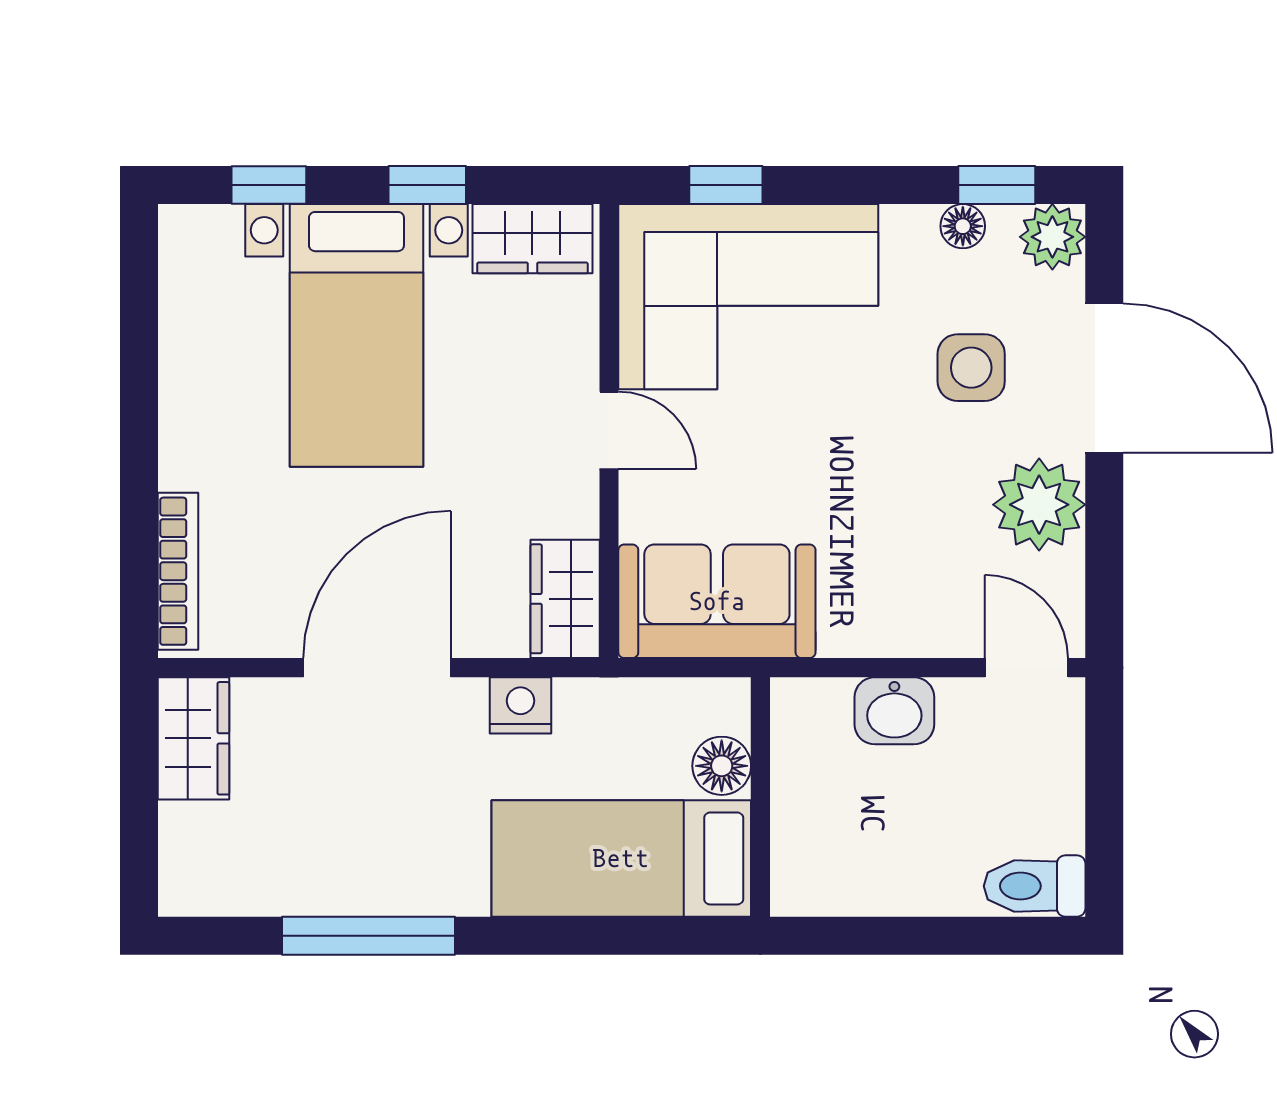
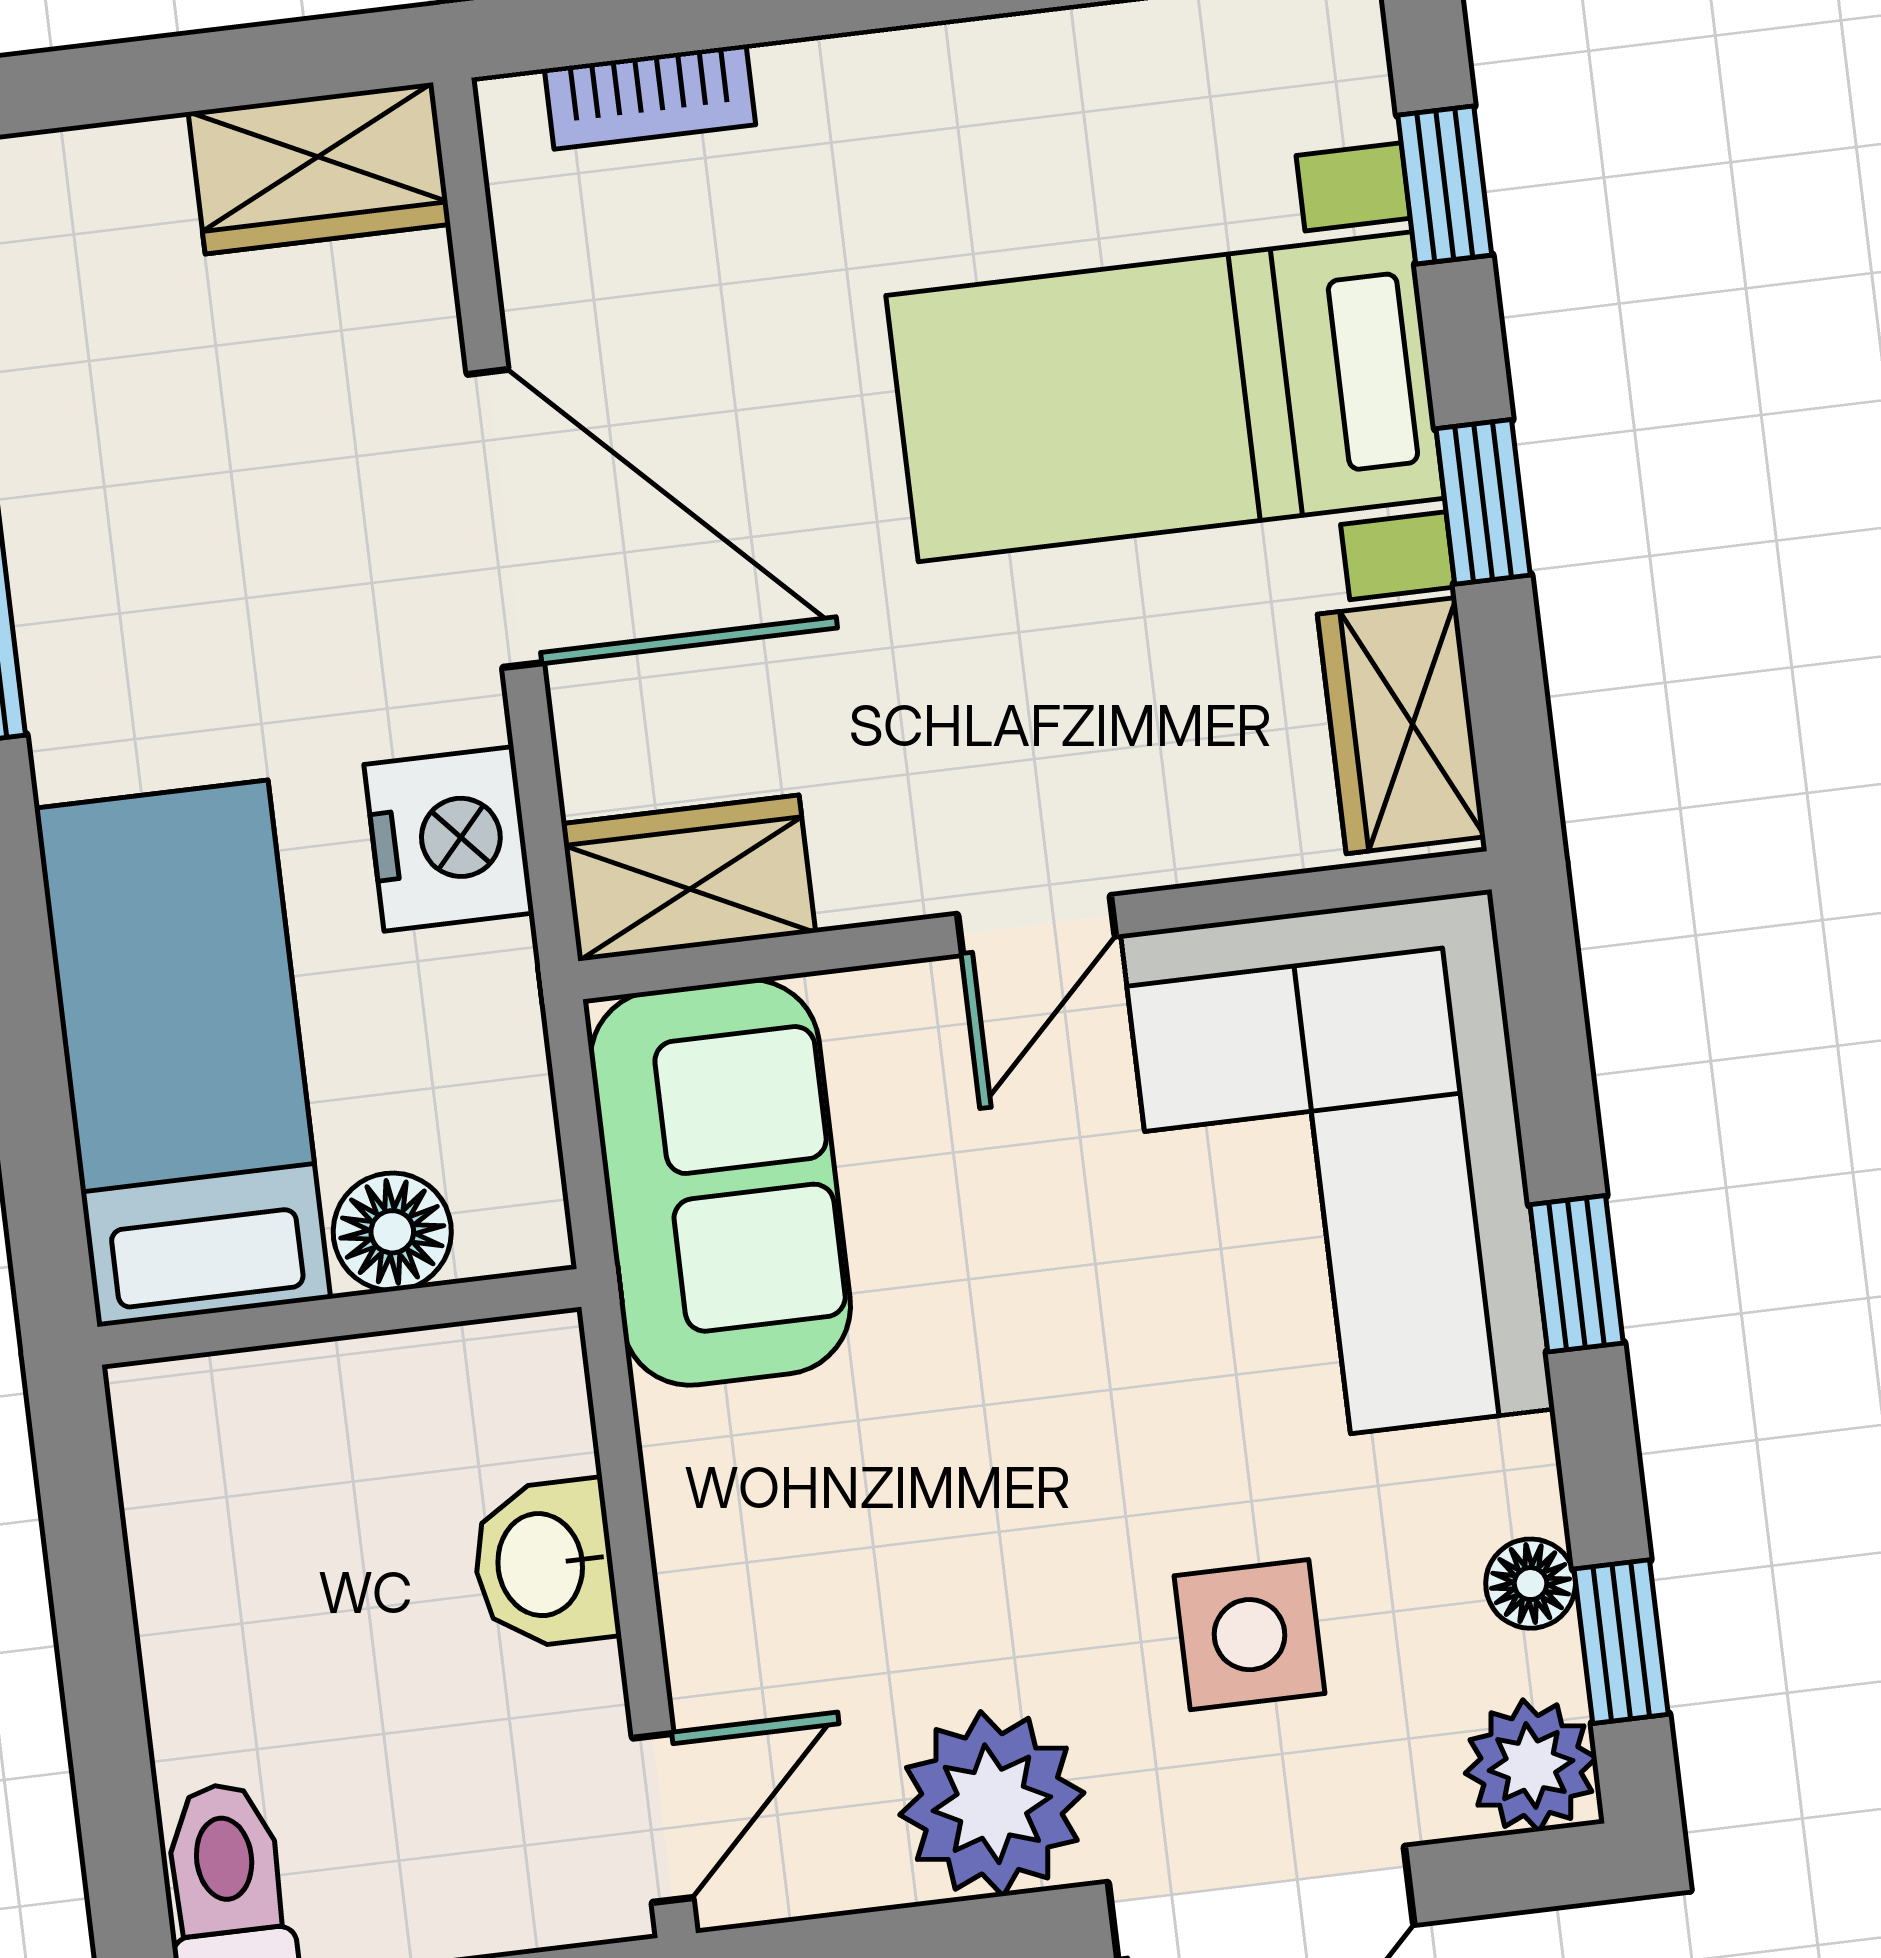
window: (726, 185) -> (1577, 1274), moved
bookcase: (178, 571) -> (650, 97), width x0.64
nightstand: (520, 705) -> (449, 839), width x1.36, depth x1.33

